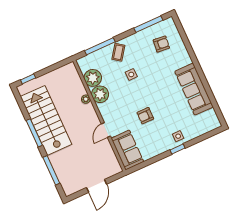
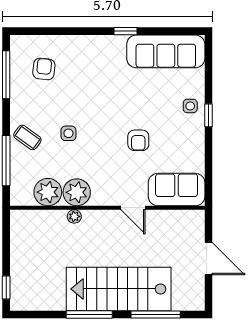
window: (204, 80) -> (126, 31), added
sofa: (194, 89) -> (166, 51), moved
stairs: (46, 120) -> (119, 289), moved

